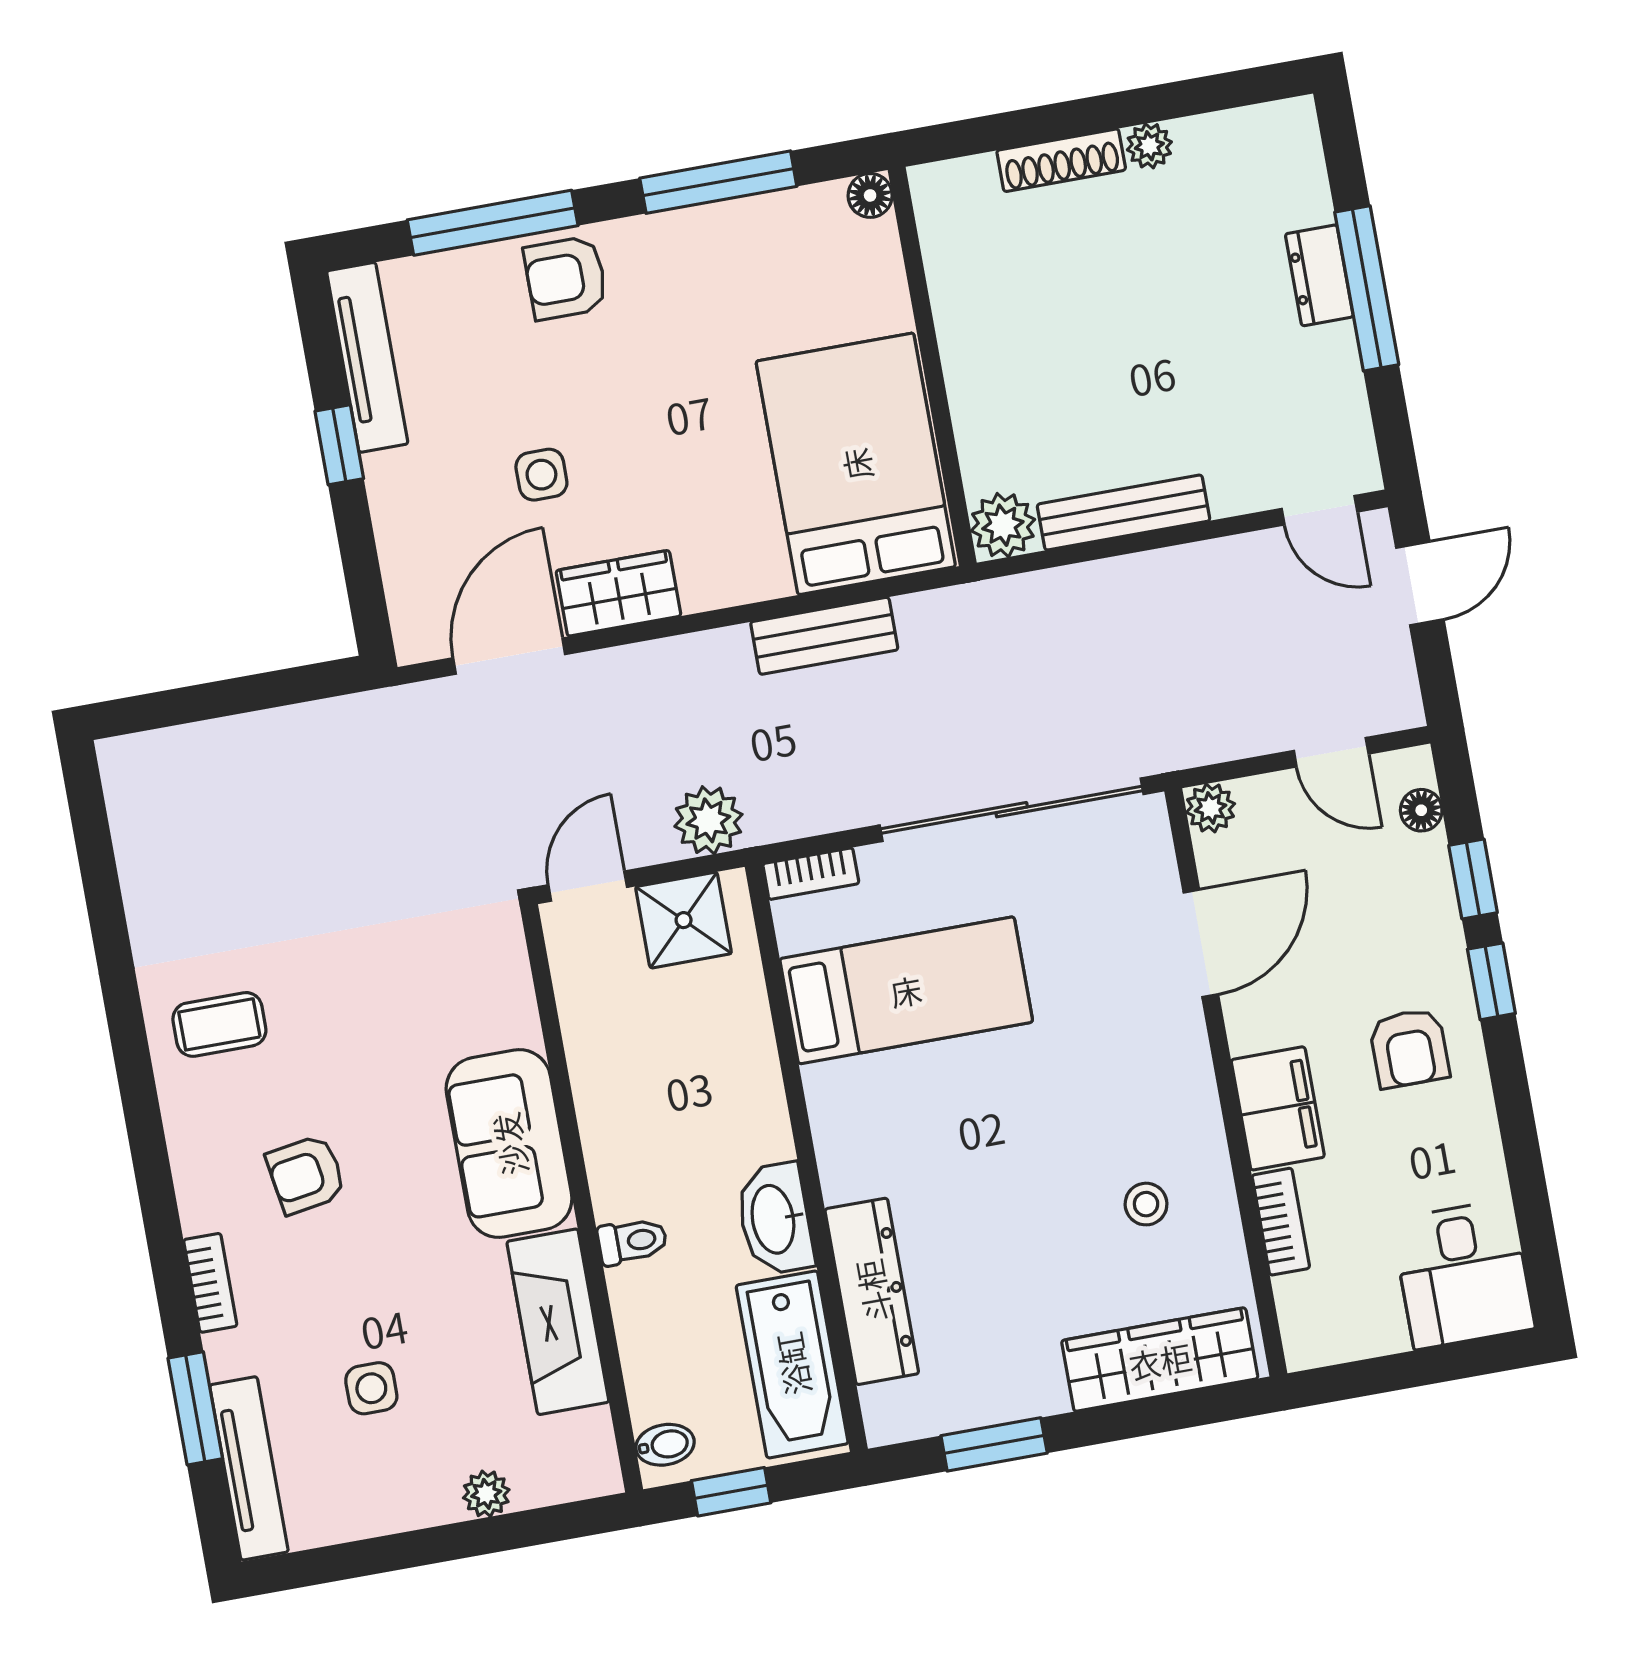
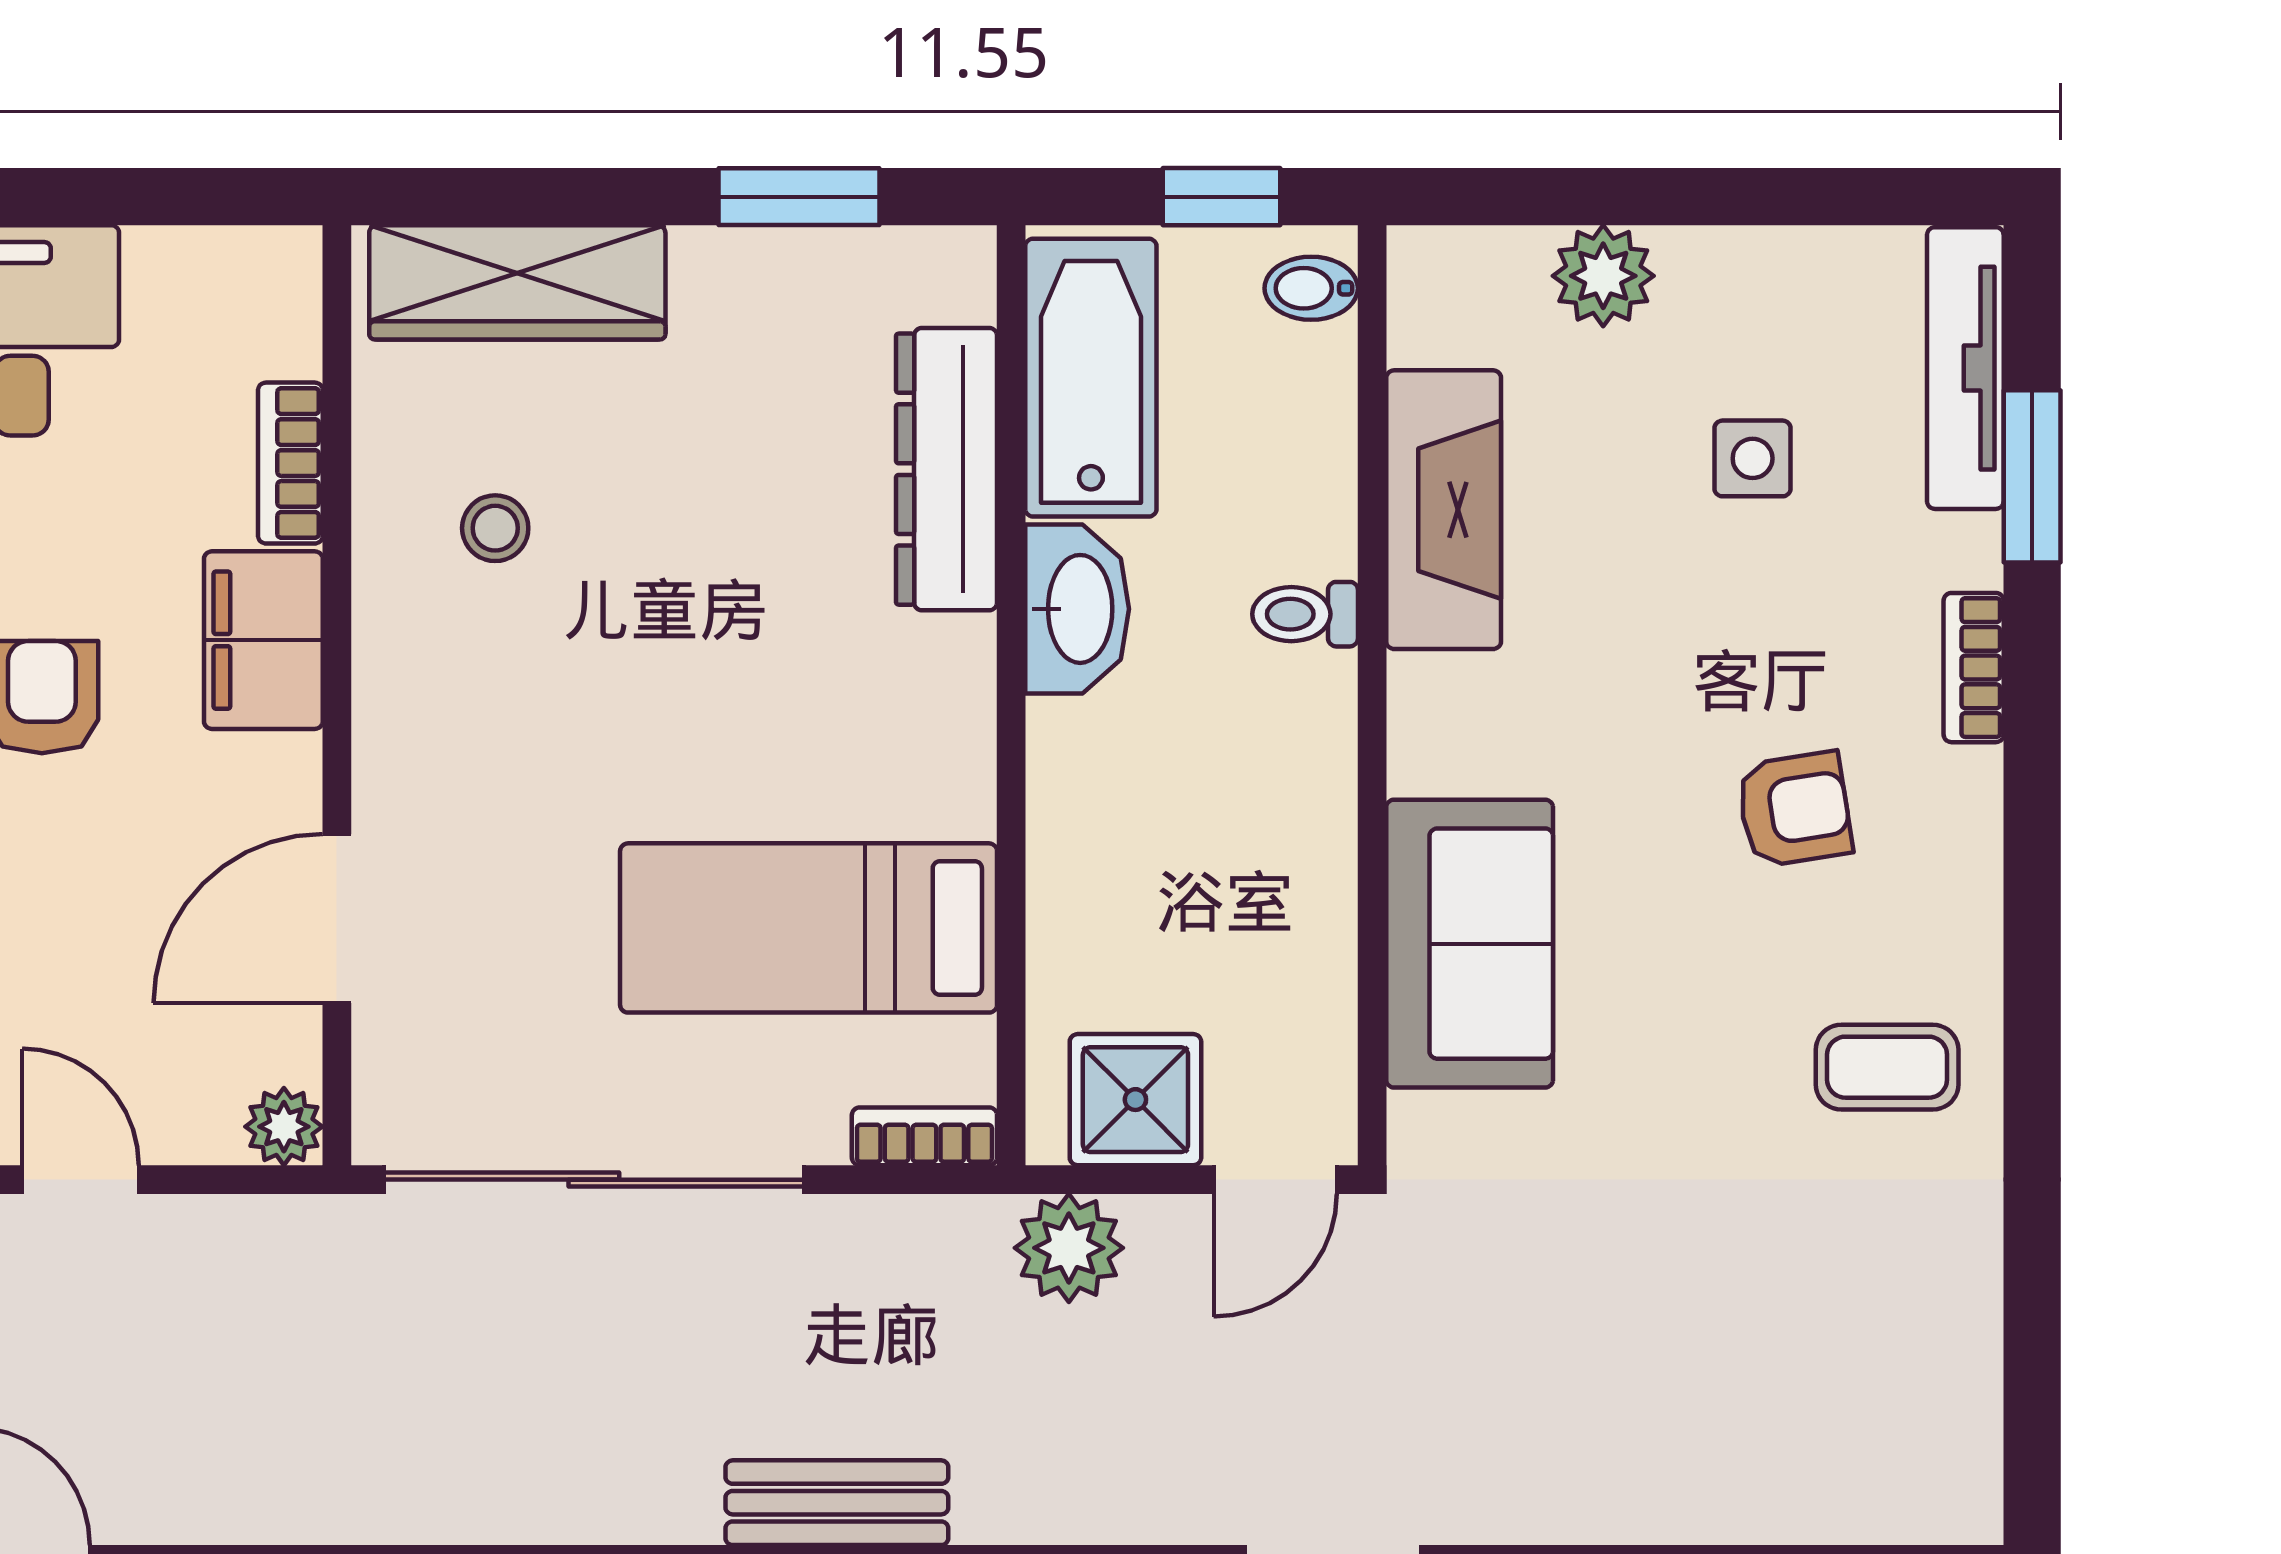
sofa: (509, 1144) -> (1470, 944), moved
plant: (486, 1494) -> (1603, 276), width x1.38, depth x1.38

